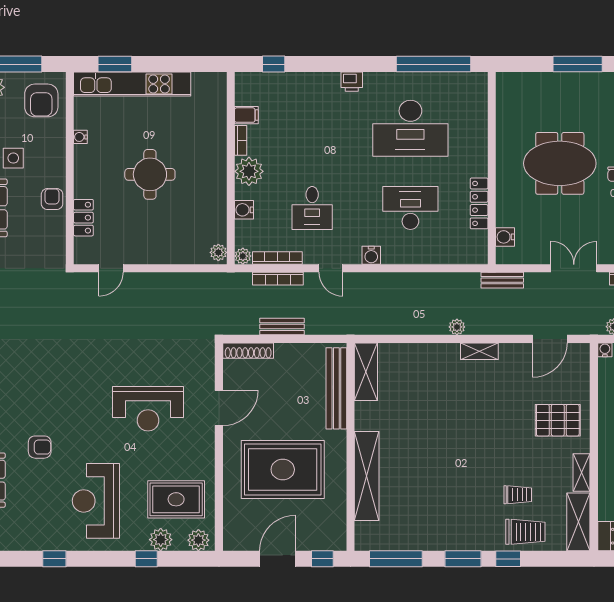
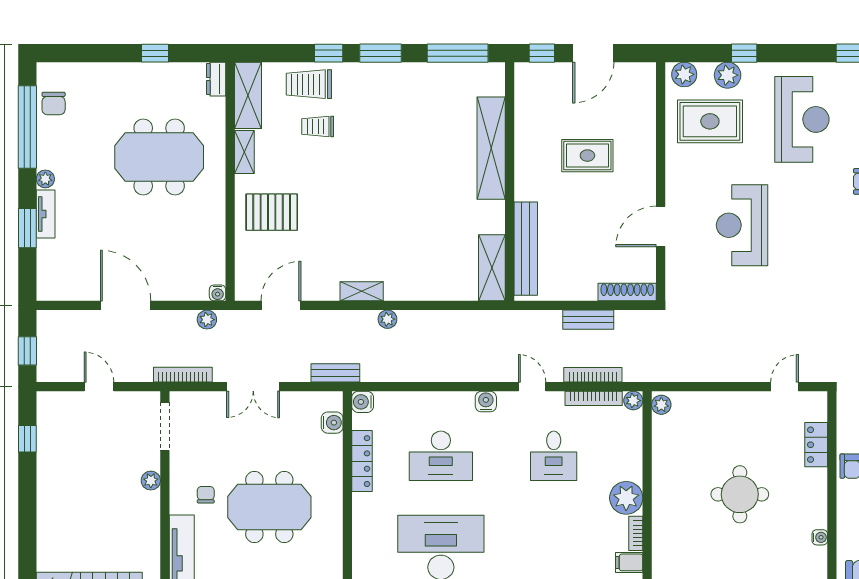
desk: (312, 208) -> (554, 456), turned 180
water cooler: (244, 210) -> (363, 402), moved, turned 180
reception desk: (148, 409) -> (742, 225), turned -90
rug: (283, 470) -> (587, 156), width x0.54, depth x0.49

